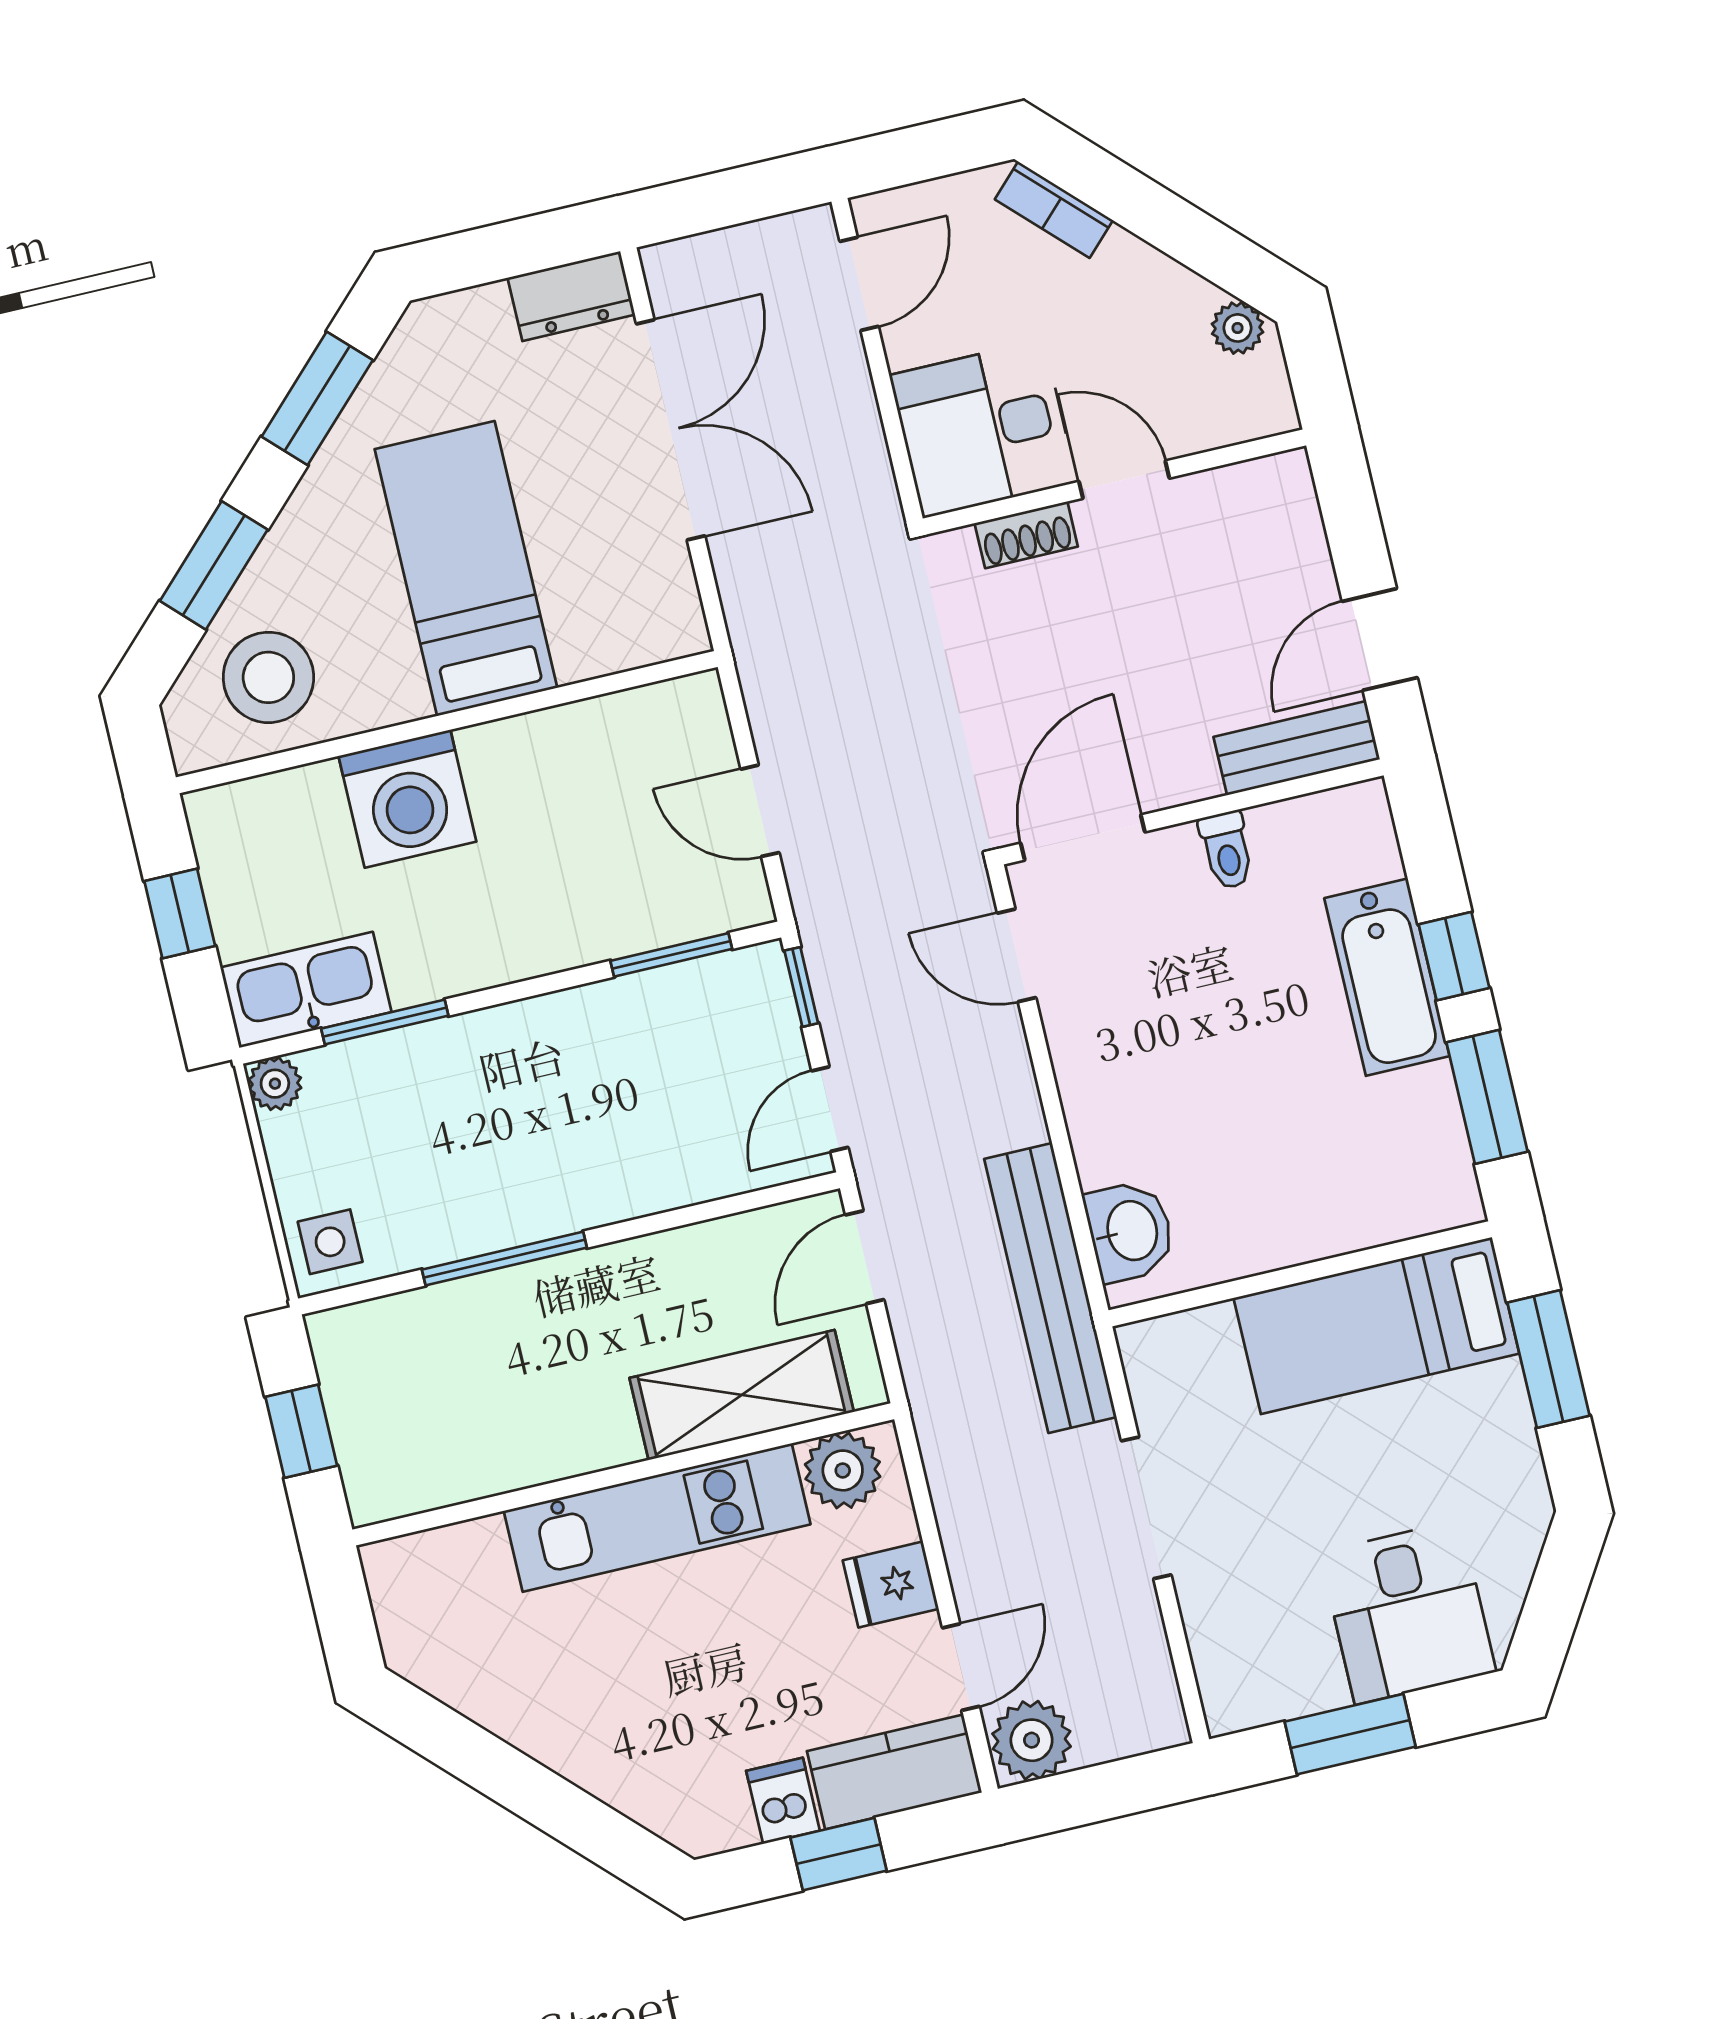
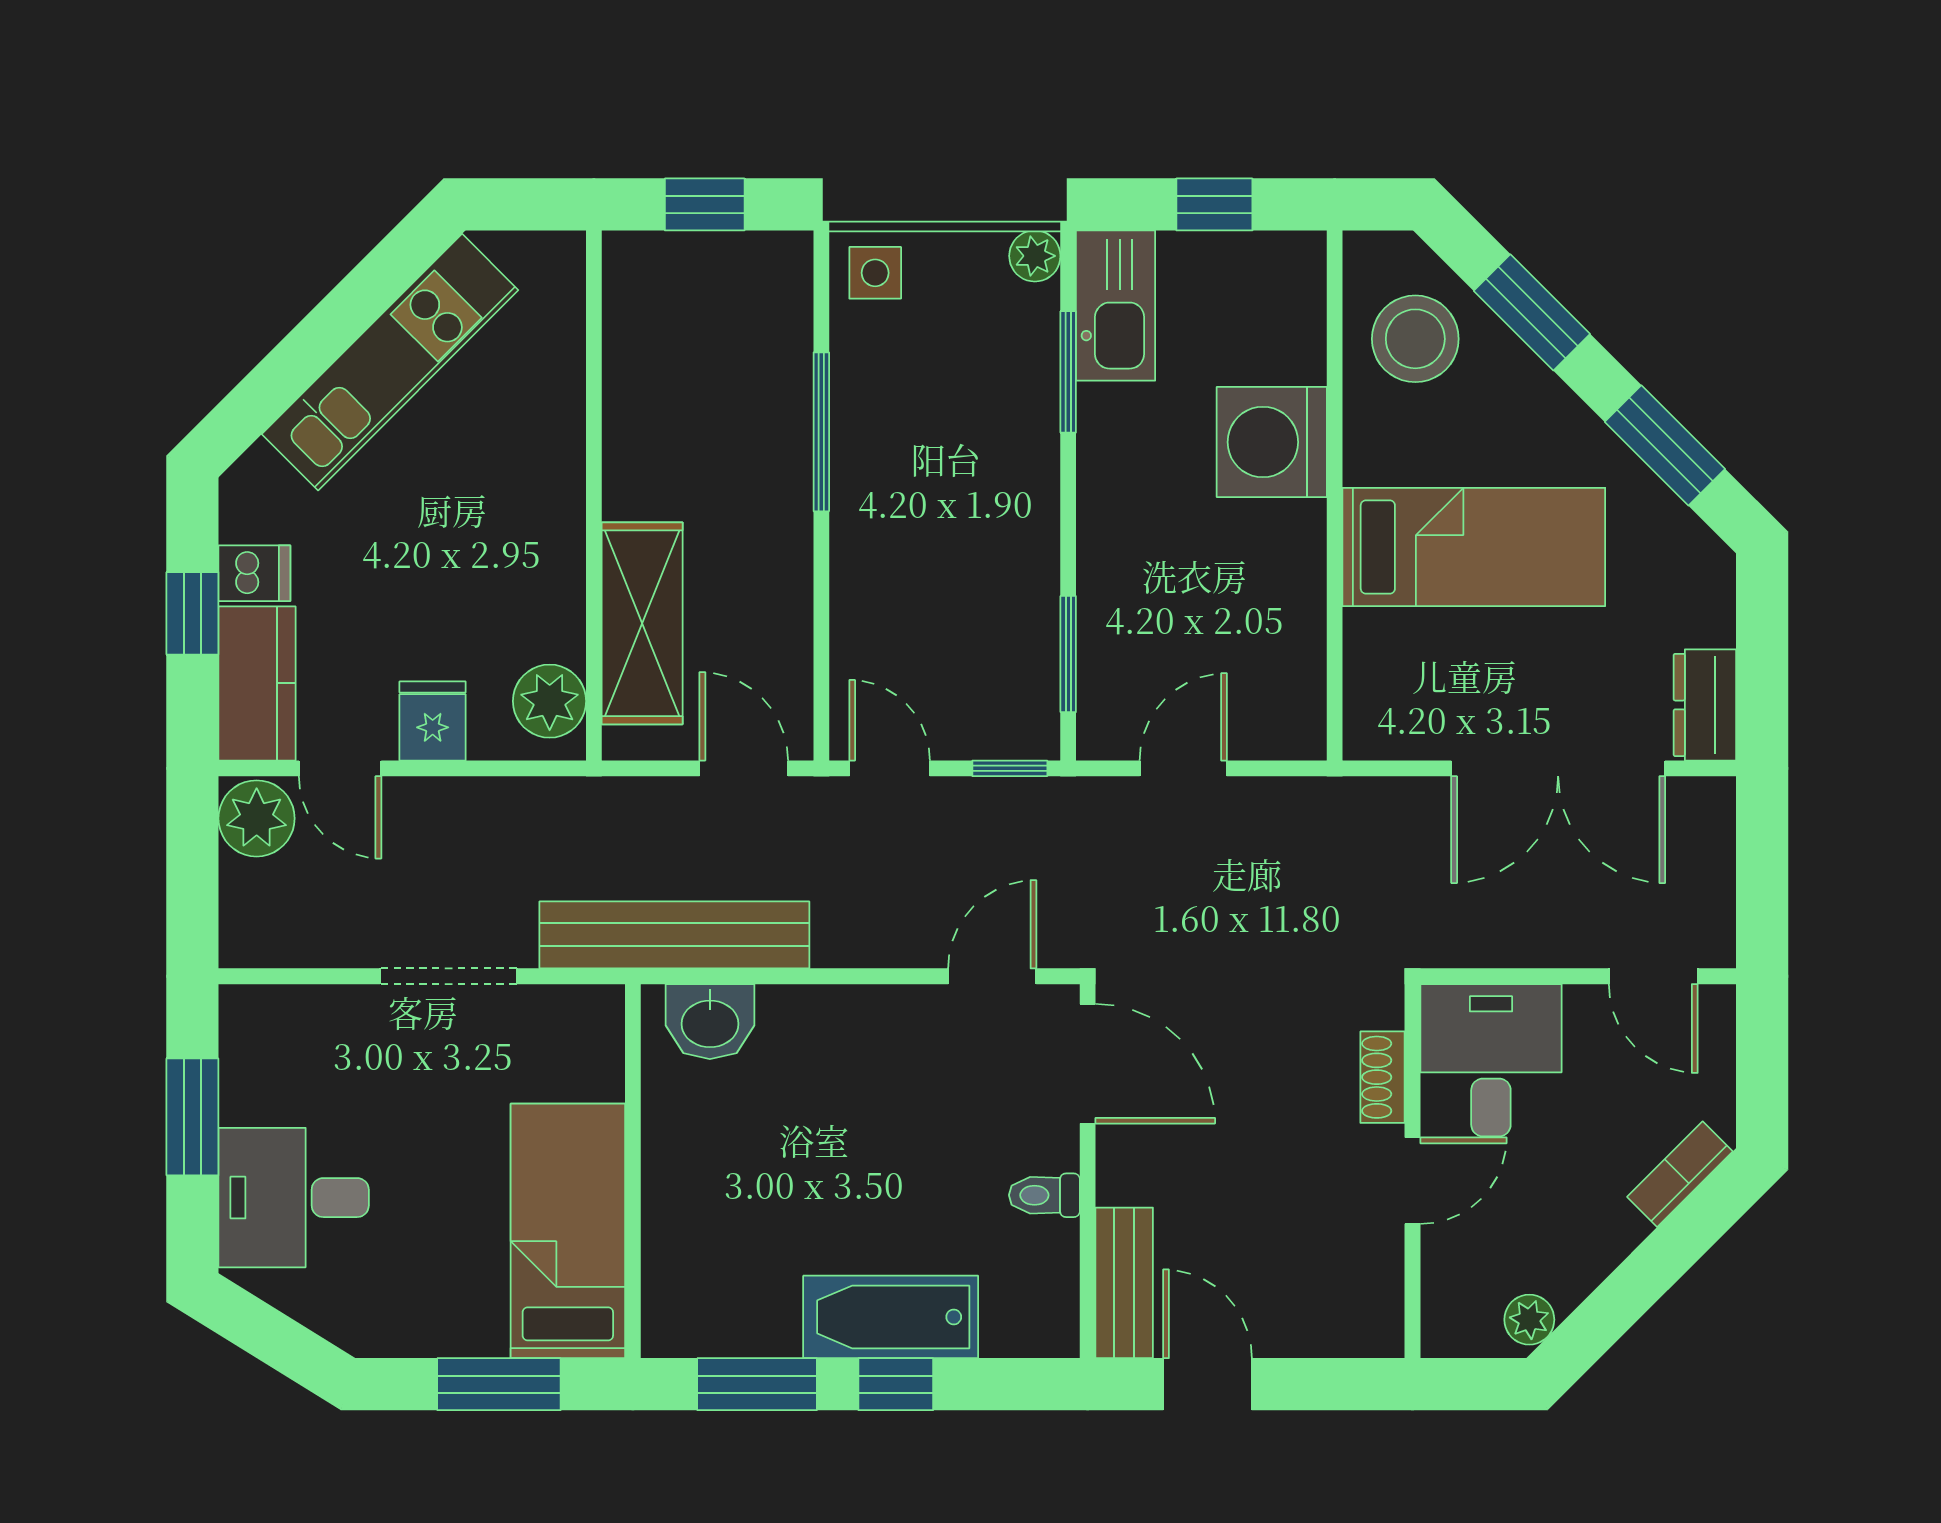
kitchen unit: (657, 1518) -> (390, 362), moved, turned -135

